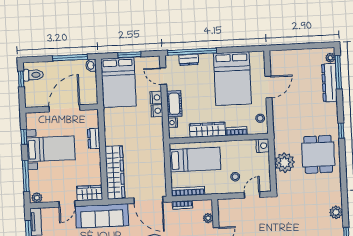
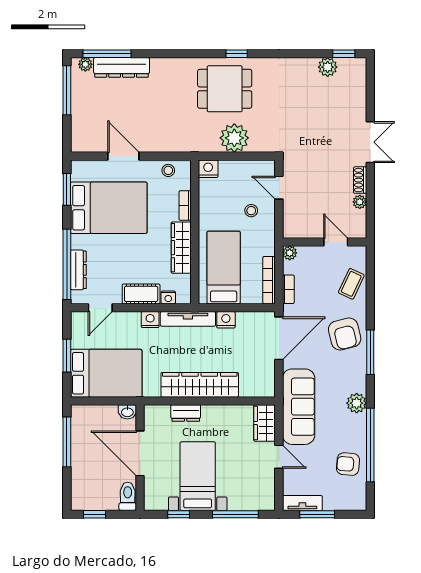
window: (312, 46) -> (67, 90), added
window: (244, 49) -> (67, 189), added
dresser: (189, 60) -> (78, 270), width x1.44
washbasin: (91, 65) -> (127, 412), moved
toilet: (33, 75) -> (128, 496), moved
nightstand: (156, 97) -> (226, 320), moved
window: (341, 131) -> (237, 54), moved
tv unit: (159, 137) -> (188, 319), added
wardrobe: (115, 172) -> (200, 385), moved
plant: (37, 198) -> (268, 500), removed
plant: (336, 212) -> (328, 67), moved
plant: (208, 218) -> (290, 253), moved

